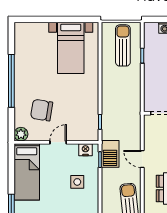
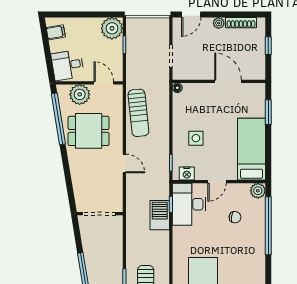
window: (11, 81) -> (268, 226), moved
chair: (42, 110) -> (235, 217), width x0.54, depth x0.54
desk: (84, 122) -> (189, 204), added
barbecue: (110, 154) -> (160, 215), moved

